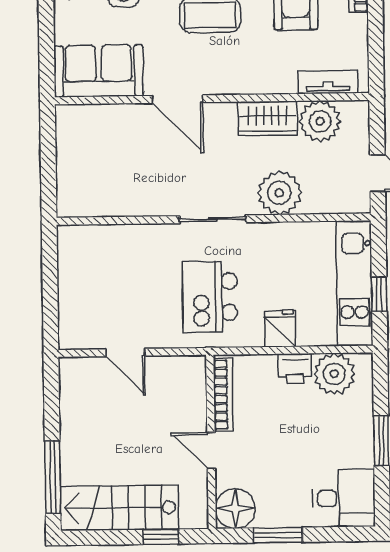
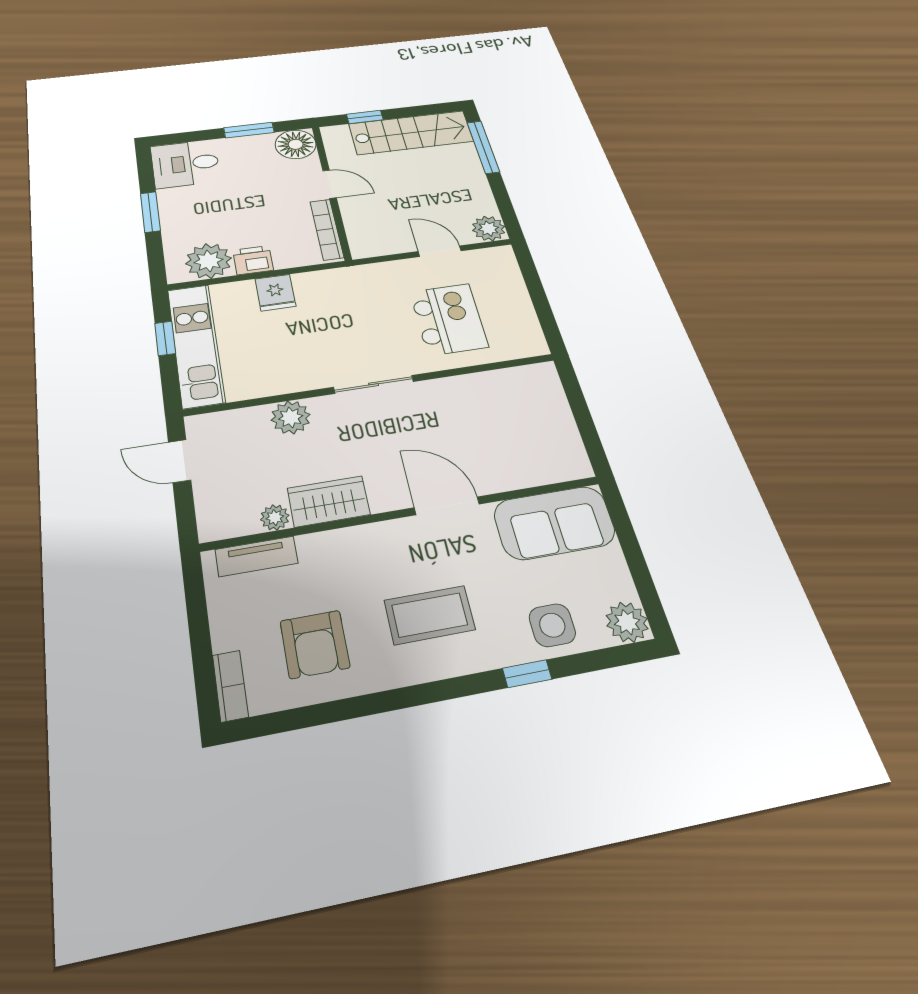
plant: (320, 121) -> (275, 517), width x0.53, depth x0.53
plant: (279, 193) -> (291, 417), width x0.73, depth x0.73
kitchen island: (210, 297) -> (449, 319), moved
plant: (74, 372) -> (489, 228), added

